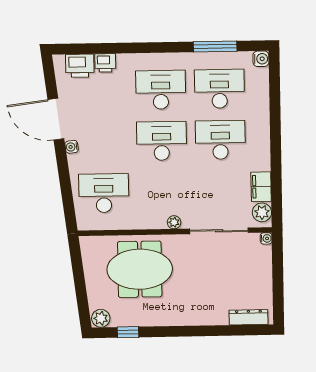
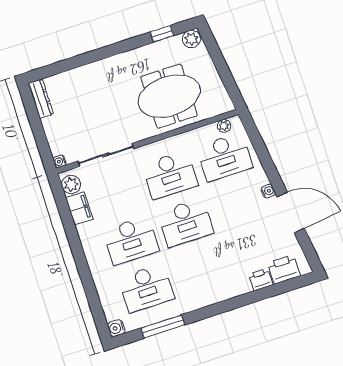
desk: (161, 90) -> (170, 175), moved
plant: (174, 222) -> (224, 126), moved
dresser: (249, 317) -> (41, 99), moved, turned -90

